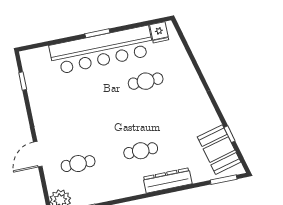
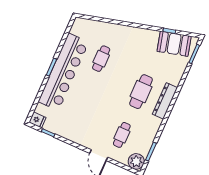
fridge: (159, 32) -> (37, 120), moved
cafe table: (141, 151) -> (141, 92), width x1.37, depth x1.35
dresser: (168, 180) -> (165, 101), moved

